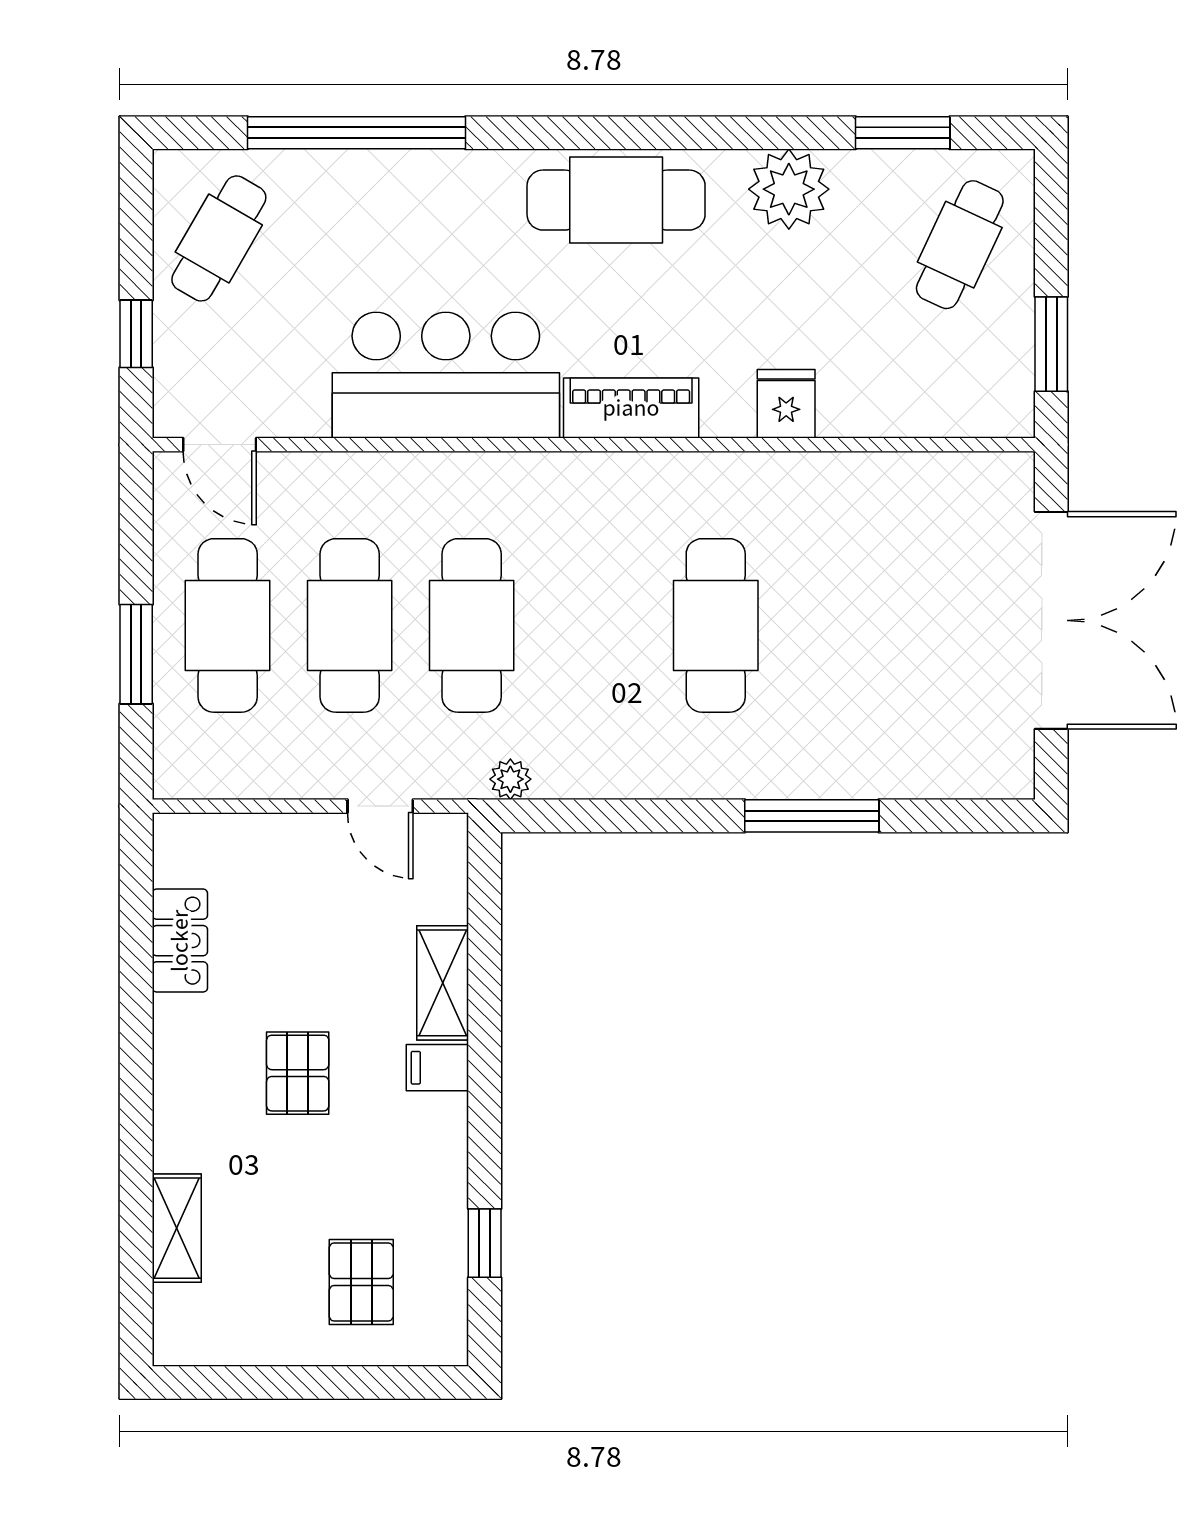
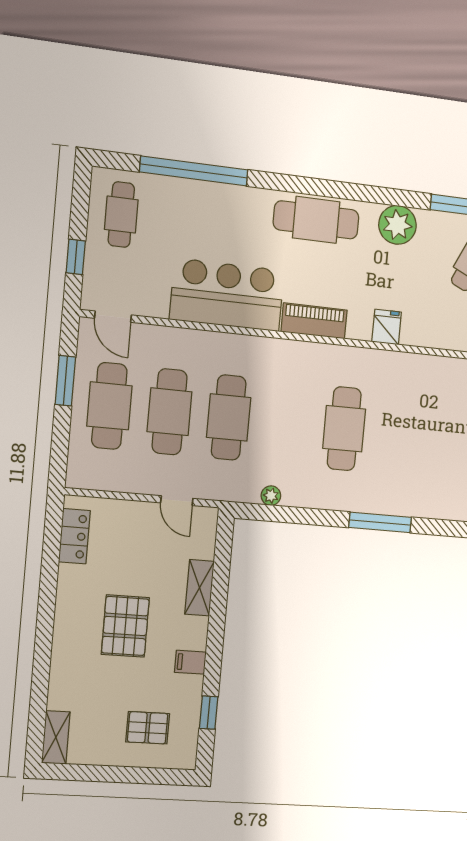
cafe table: (219, 238) -> (121, 215), turned -30
window: (136, 654) -> (65, 381), moved
plant: (510, 779) -> (271, 496), moved
locker: (180, 941) -> (74, 536), moved
filing cabinet: (437, 1068) -> (190, 662), moved
pallet: (298, 1073) -> (125, 626), width x1.50, depth x1.42
shelving: (177, 1228) -> (56, 737), moved
pallet: (361, 1282) -> (148, 728), turned 90

